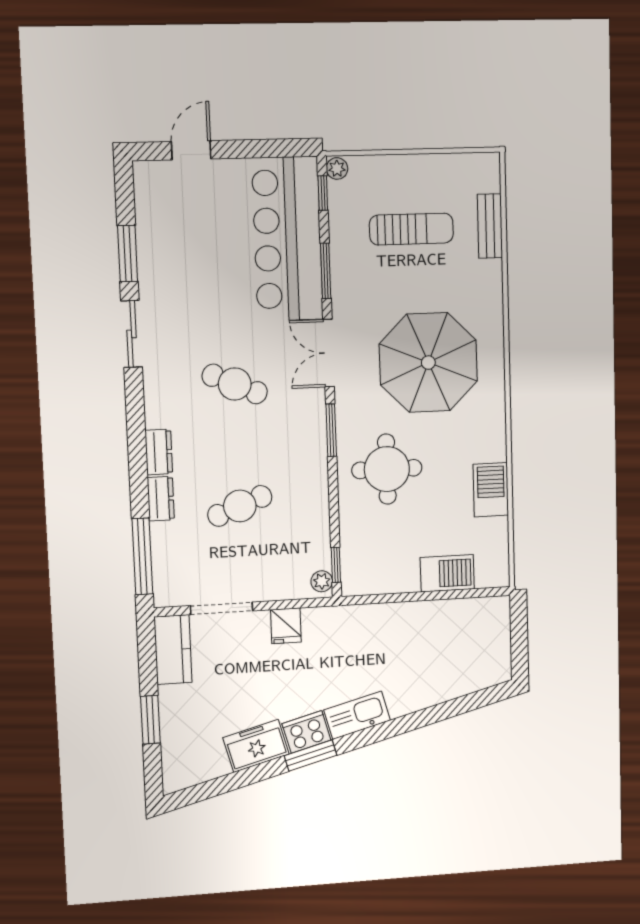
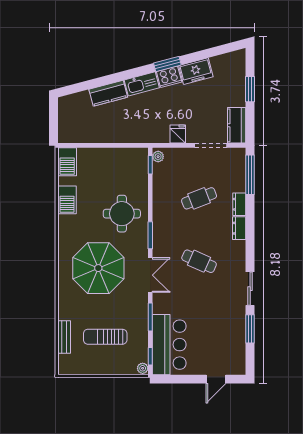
bar counter: (287, 239) -> (169, 345), width x0.73
barbecue: (447, 573) -> (67, 162), moved, turned -90
kitchen counter: (419, 694) -> (108, 93), added

